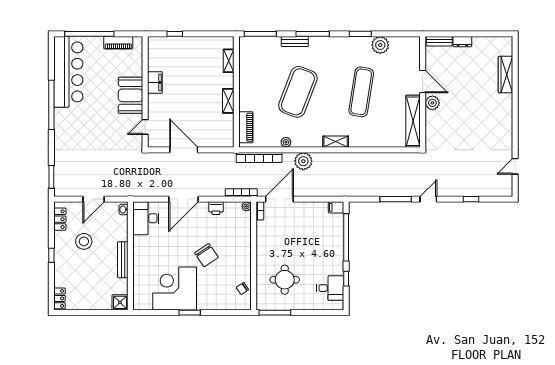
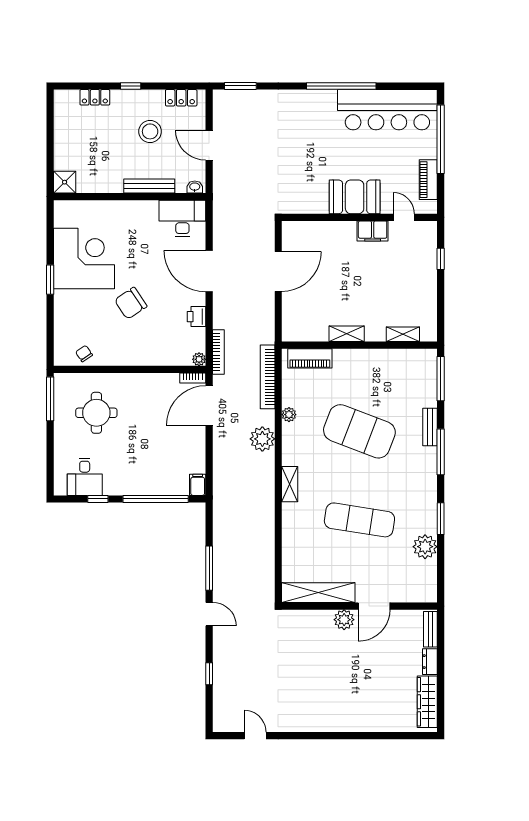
wardrobe: (506, 75) -> (427, 702), moved, turned -90
door: (145, 127) -> (404, 217), moved
door: (279, 199) -> (209, 405), swing flipped
bench: (123, 260) -> (149, 186), moved
locker: (59, 298) -> (95, 97), moved

